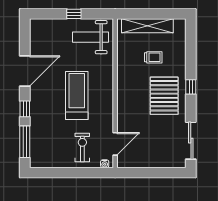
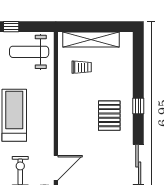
trolley: (153, 57) -> (82, 67), moved
pallet: (164, 96) -> (109, 116), width x0.73, depth x0.71

